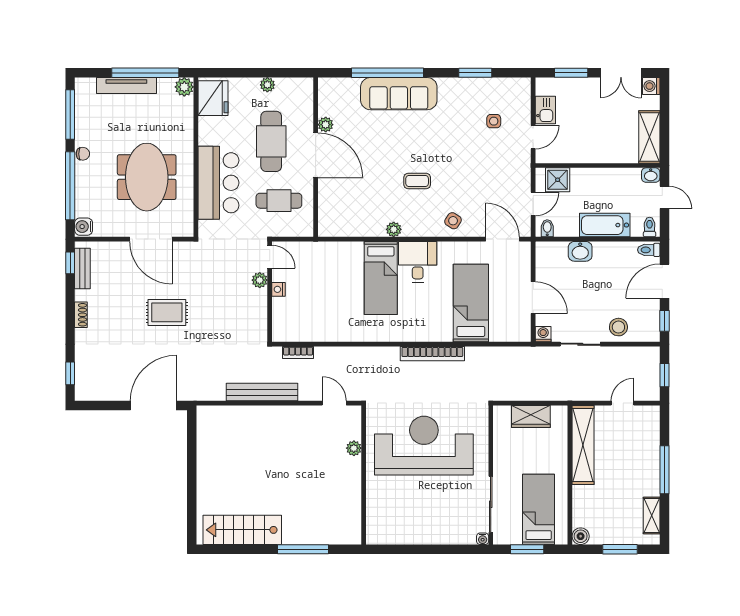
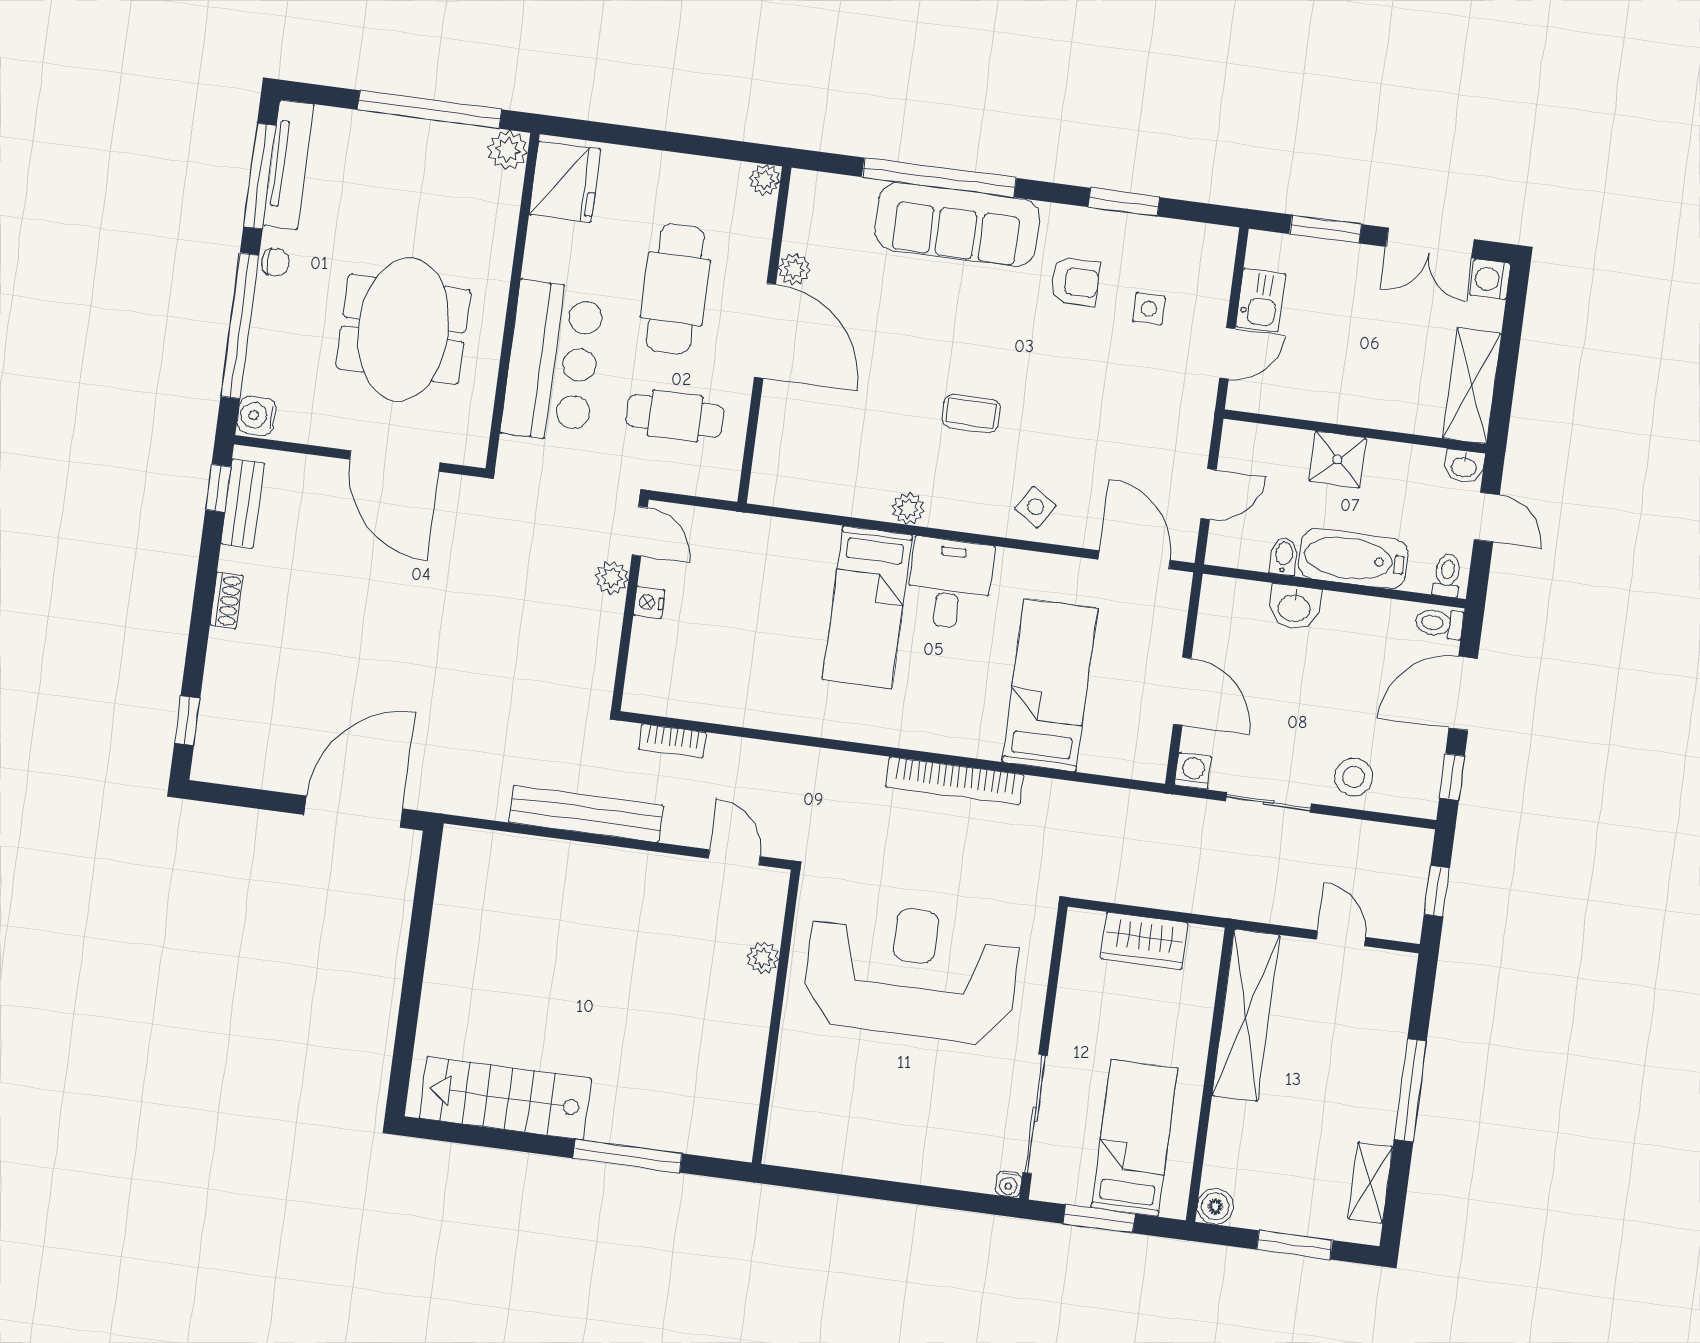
plant: (267, 85) -> (765, 180), moved
tv unit: (126, 86) -> (289, 165), moved, turned -90
armchair: (458, 113) -> (1075, 282), added
shower: (558, 180) -> (1338, 460), moved
bidet: (547, 228) -> (1284, 556), moved
rug: (167, 312) -> (408, 620), removed
door: (623, 403) -> (1341, 938), hinge flipped

